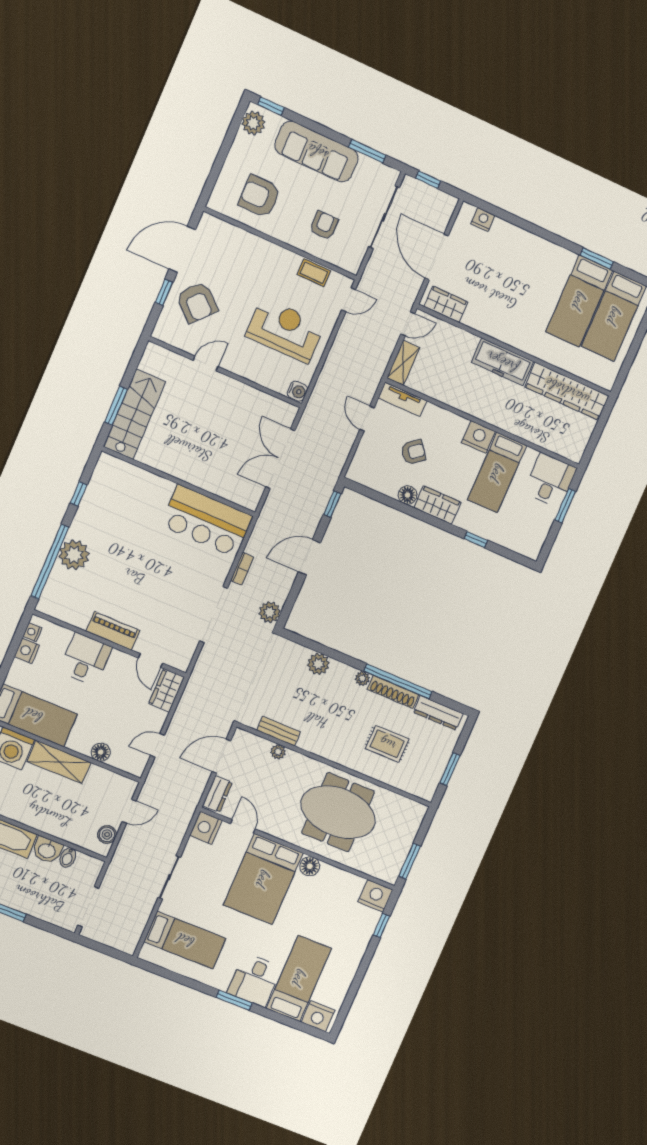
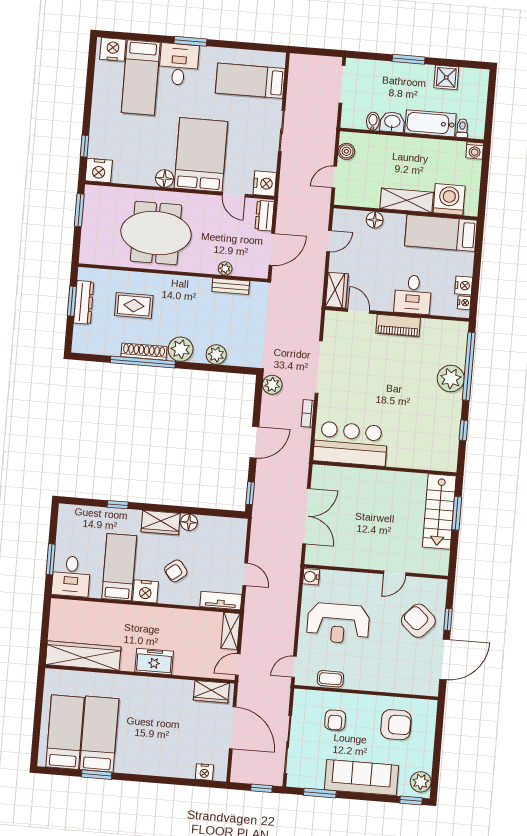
freezer: (502, 362) -> (154, 662), width x0.71
armchair: (413, 452) -> (176, 571), moved
plant: (362, 678) -> (181, 349), width x1.88, depth x1.88
dresser: (438, 713) -> (84, 302), moved, turned 90

